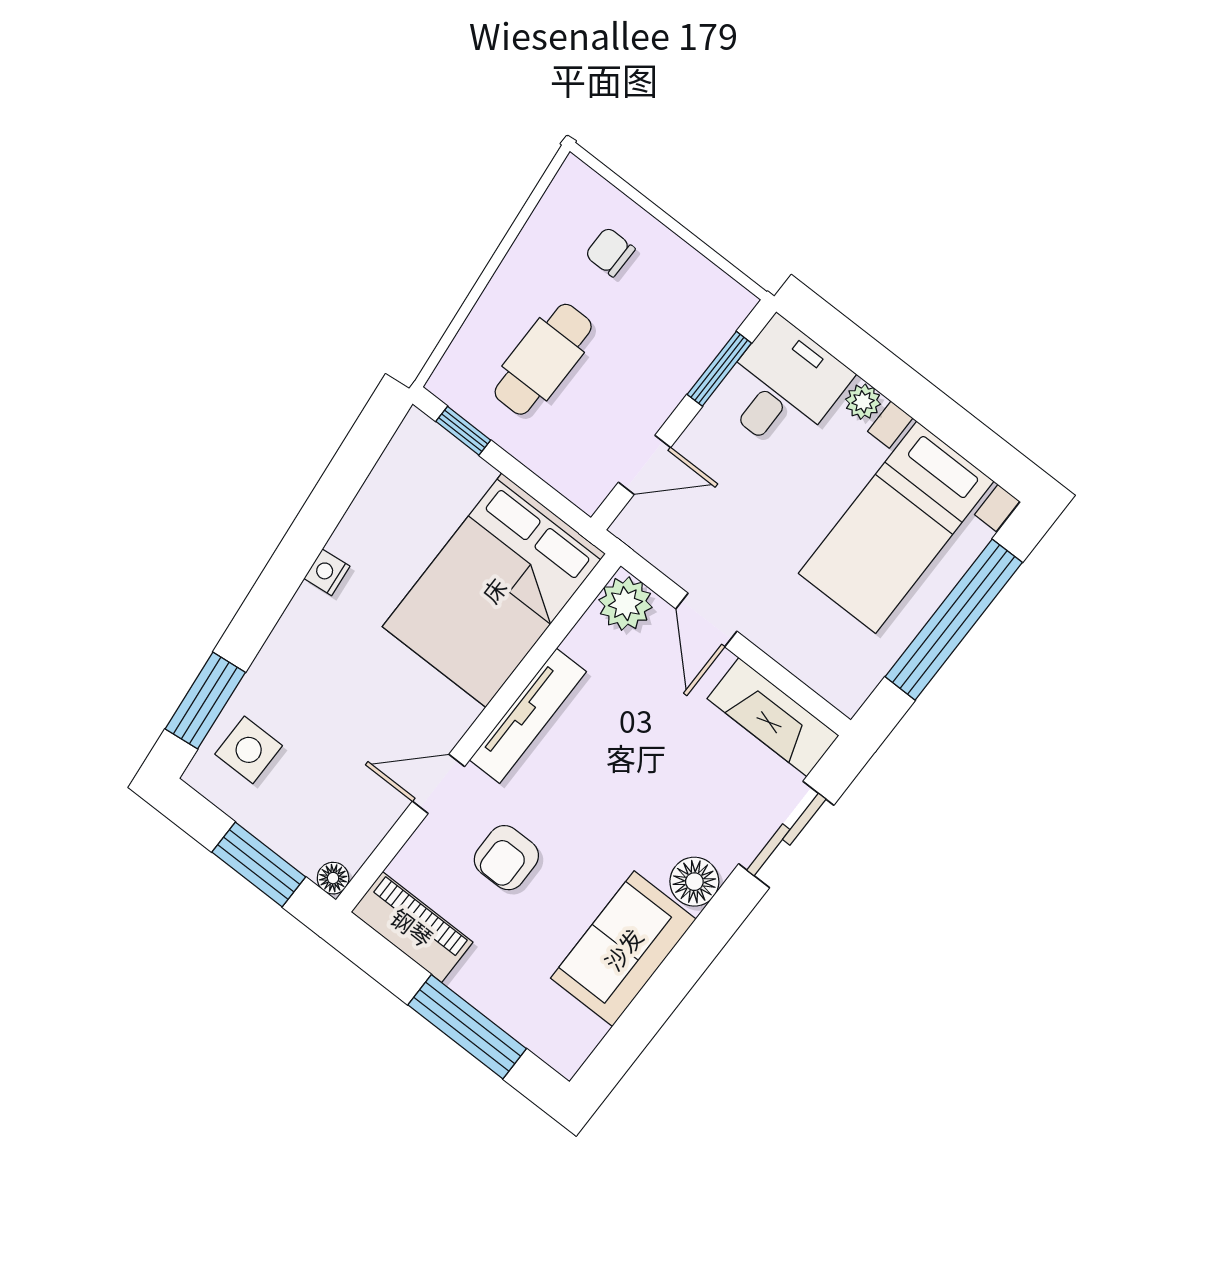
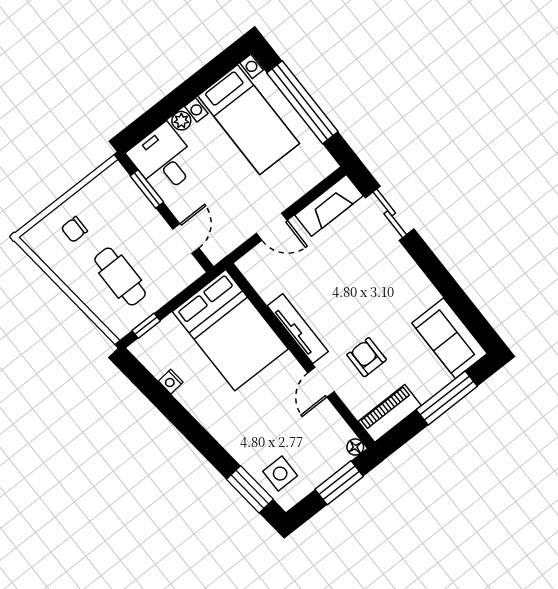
nightstand: (327, 572) -> (171, 382), moved
plant: (625, 604) -> (253, 266), removed
armchair: (506, 858) -> (367, 357), turned 180
floor lamp: (694, 882) -> (402, 265), removed
sofa: (623, 949) -> (449, 338), moved

